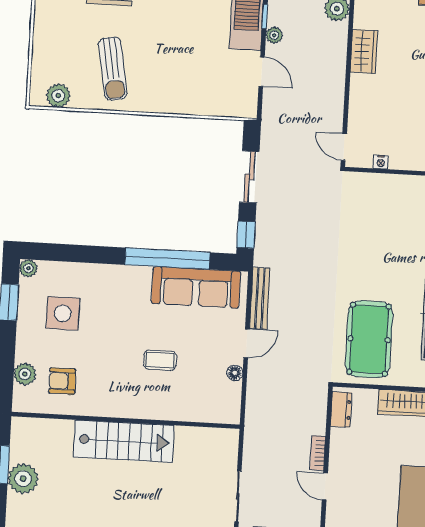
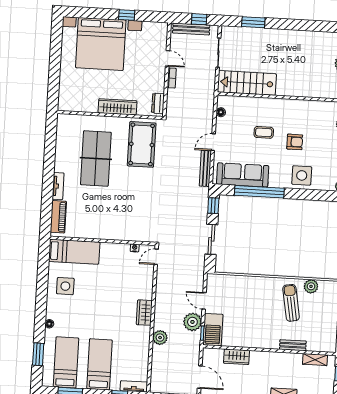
plant: (274, 35) -> (192, 322), width x1.87, depth x1.87
plant: (58, 96) -> (311, 286), moved
door: (344, 147) -> (156, 257), swing flipped
side table: (63, 313) -> (302, 175), moved
floor lamp: (235, 373) -> (221, 112), moved
armchair: (62, 381) -> (295, 142), moved
stairs: (124, 441) -> (247, 83), moved

